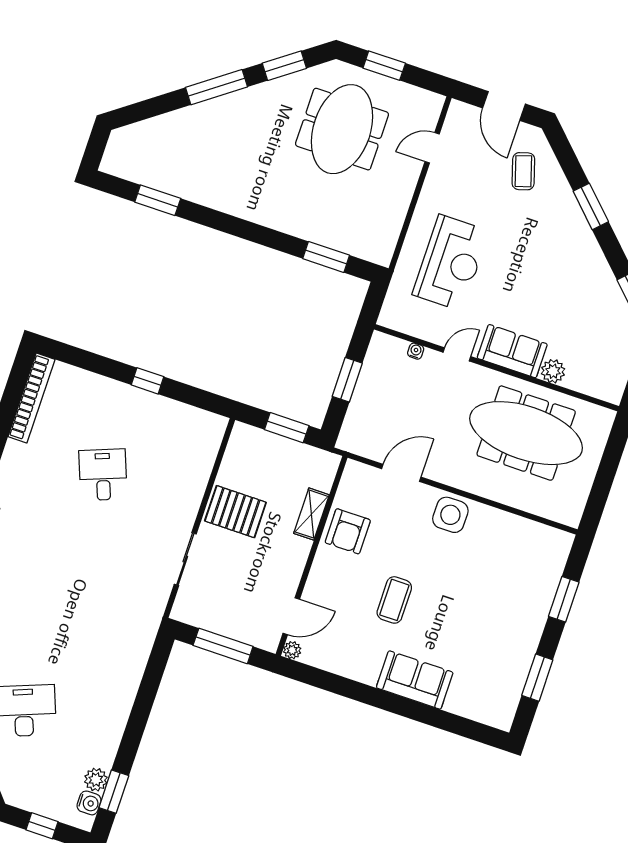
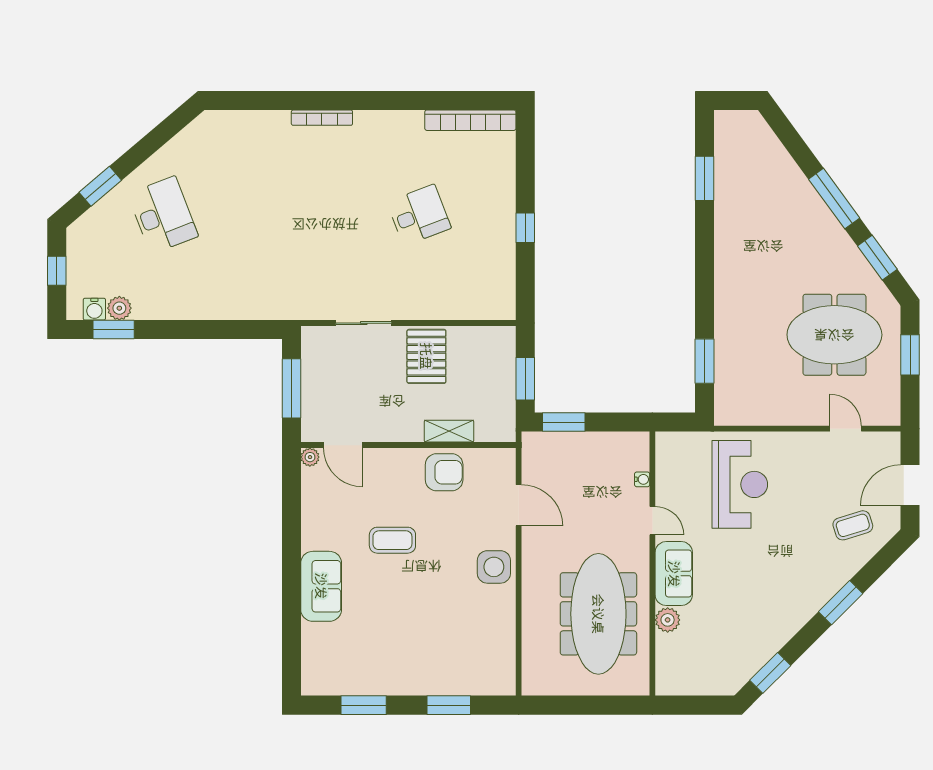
reception desk: (451, 263) -> (740, 484), turned -90
window: (347, 380) -> (564, 422), moved
armchair: (348, 531) -> (444, 472), turned 180

